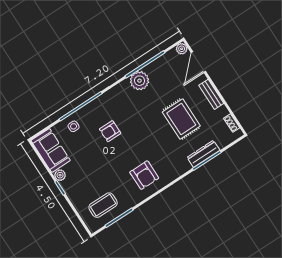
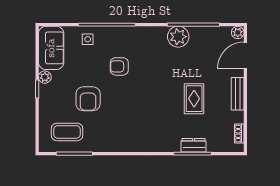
rug: (181, 119) -> (194, 99), width x0.73, depth x0.70
dresser: (203, 154) -> (194, 145), width x0.70
armchair: (144, 175) -> (88, 99), moved

